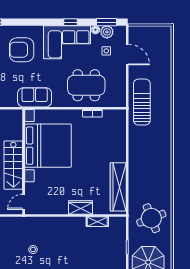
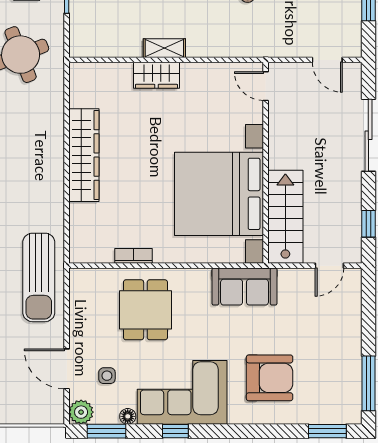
plant: (107, 32) -> (81, 412), moved
dining table: (86, 85) -> (145, 310), width x0.73
stairs: (13, 165) -> (285, 217), moved
wardrobe: (118, 187) -> (84, 155), moved
door: (24, 202) -> (266, 86), swing flipped
shelving: (97, 222) -> (164, 48), moved

